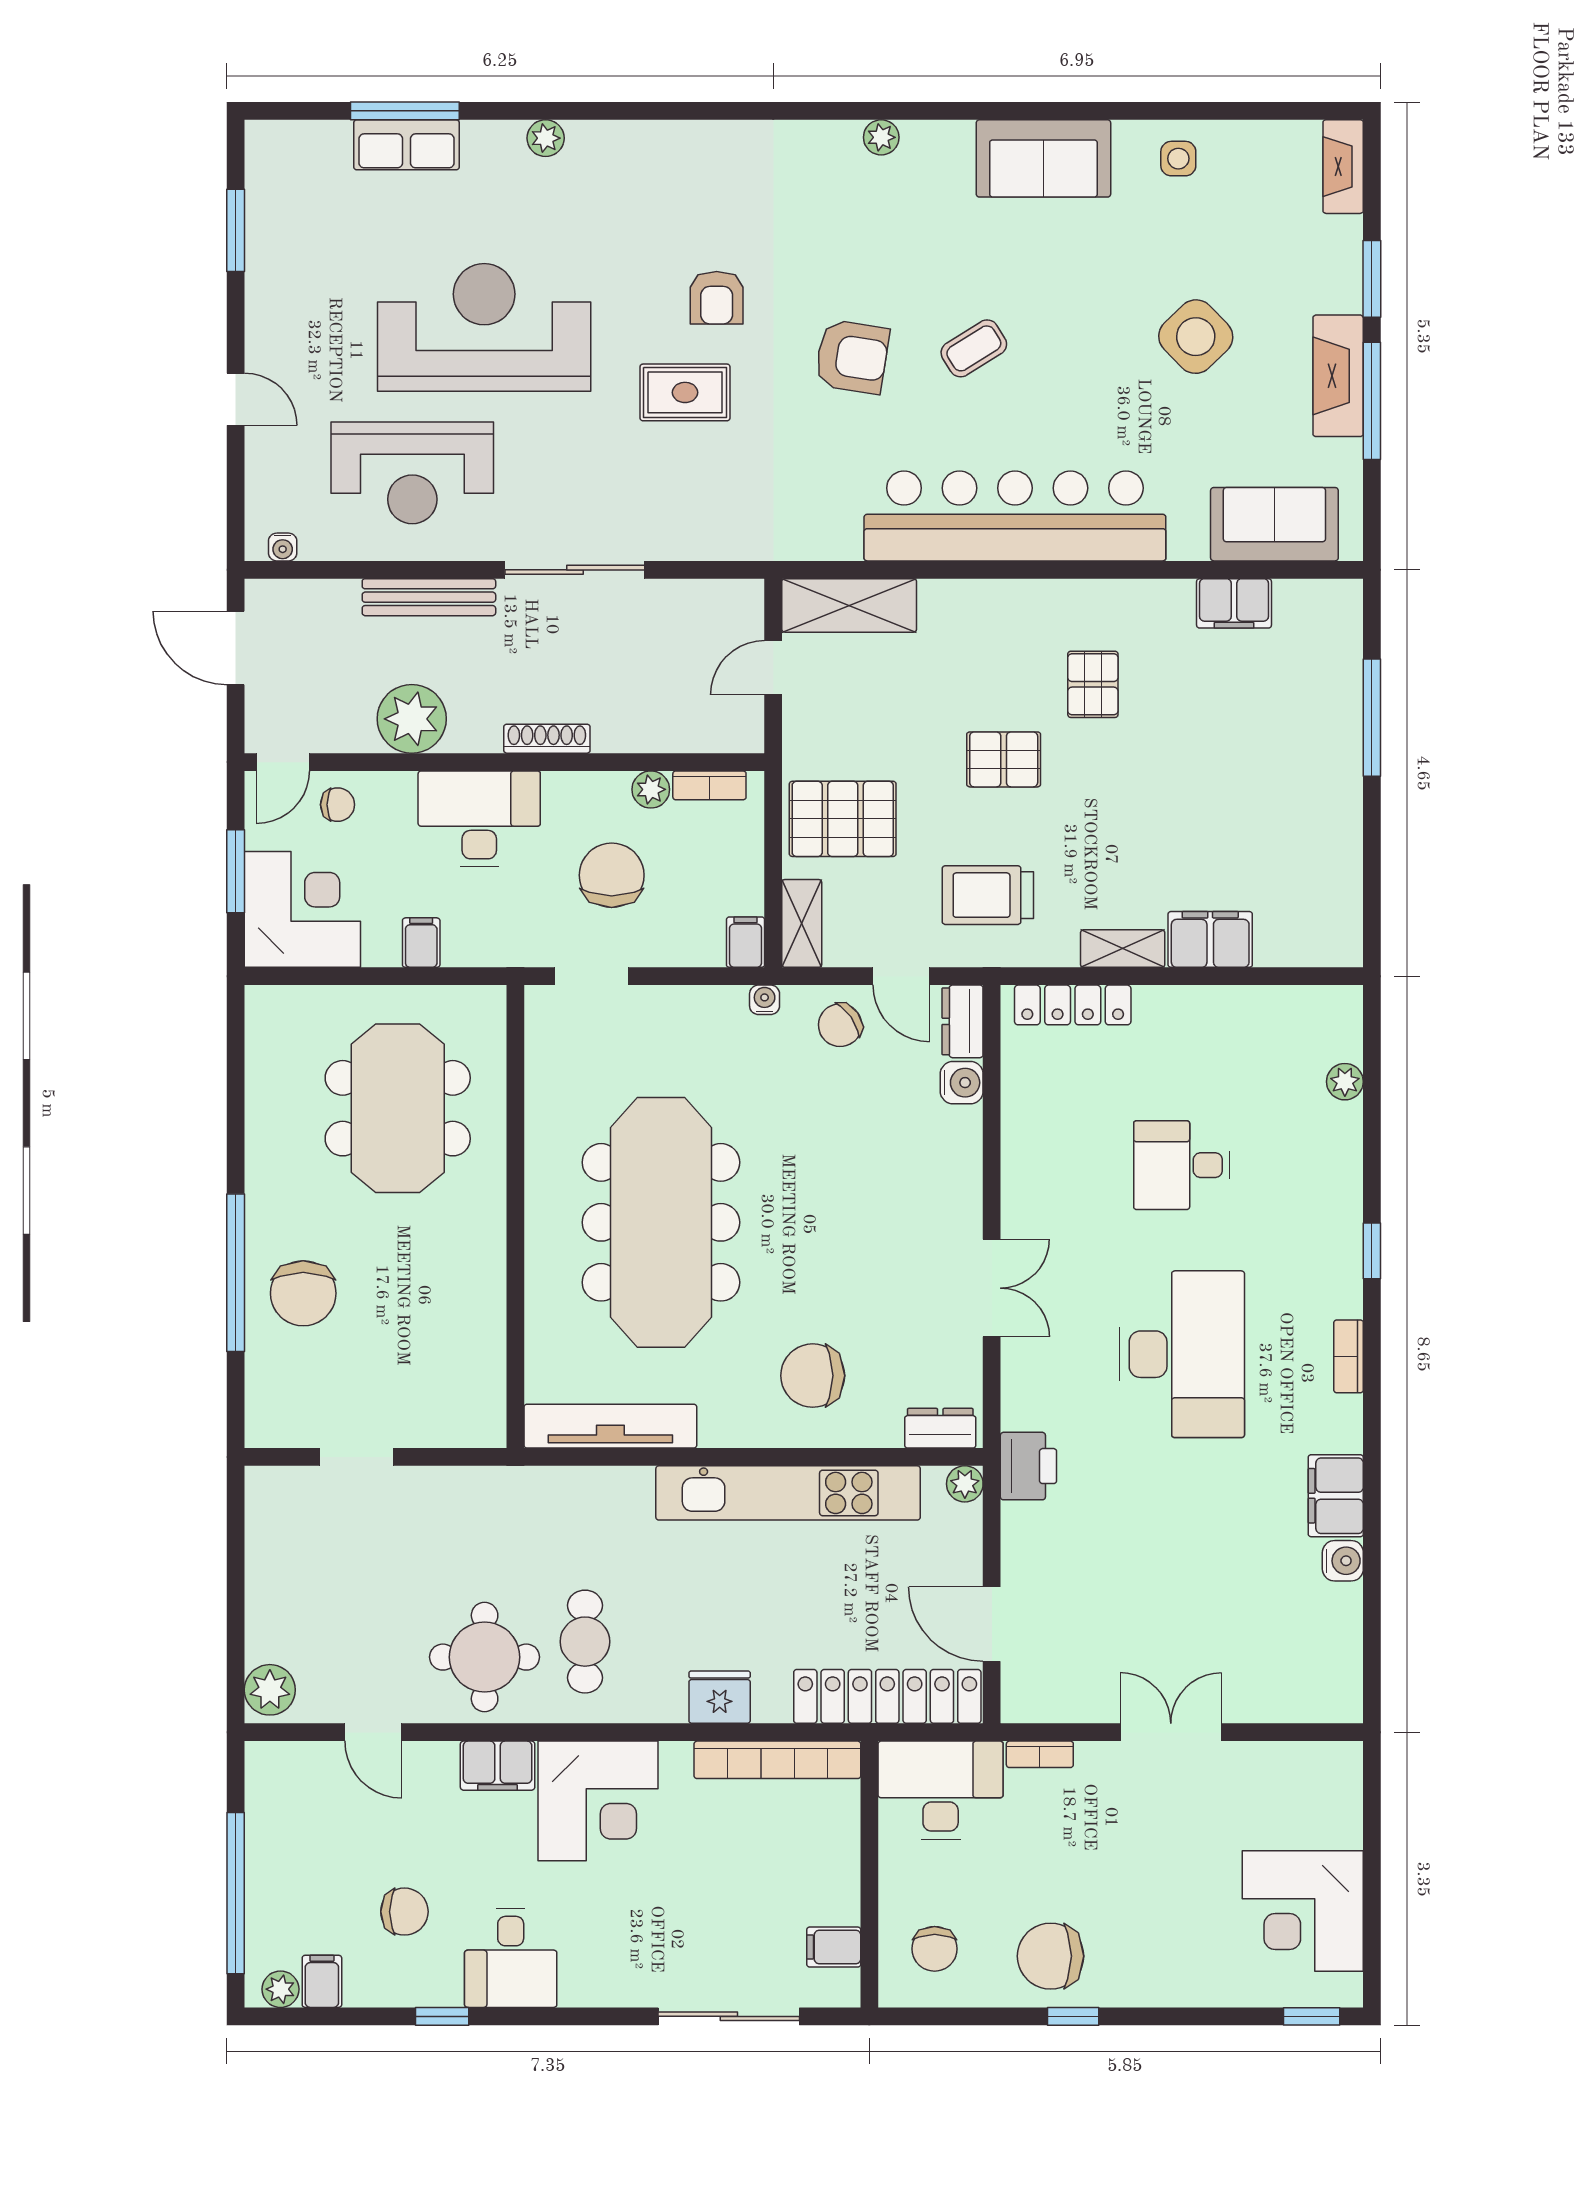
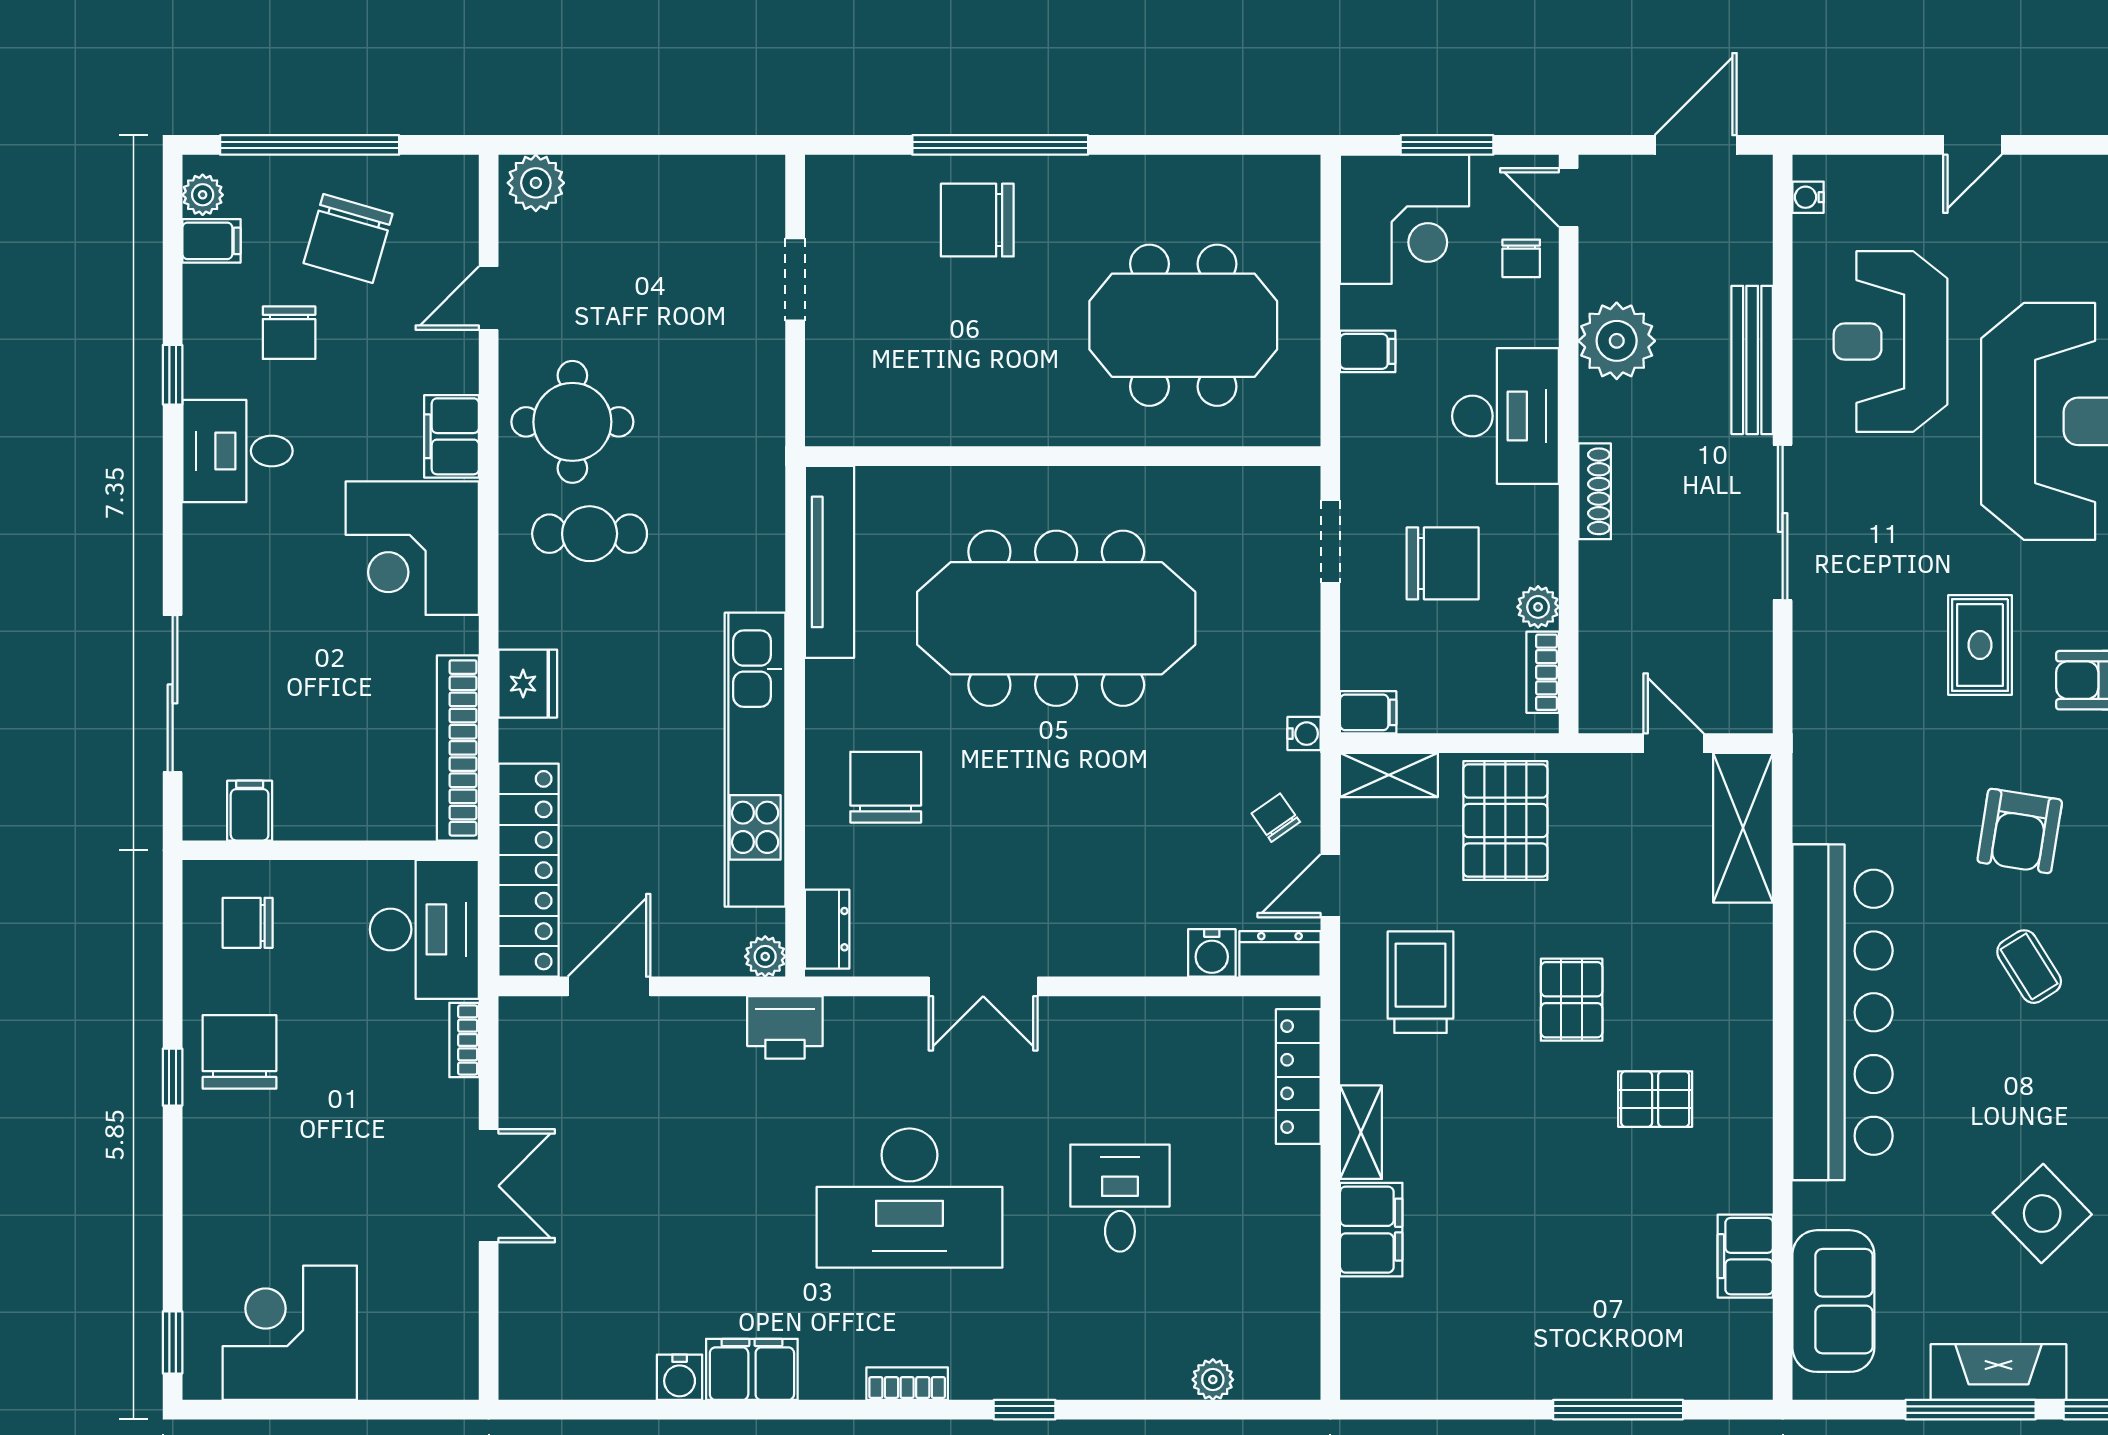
chair: (840, 1025) -> (1276, 818), width x0.73, depth x0.73
chair: (320, 1859) -> (348, 238), added

